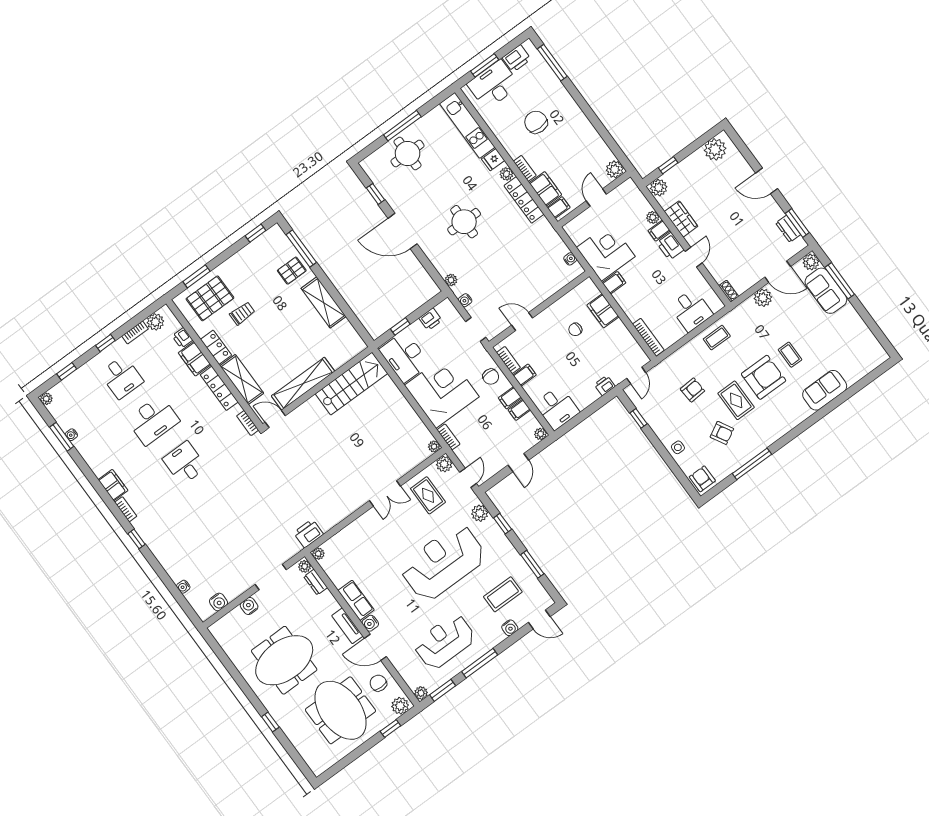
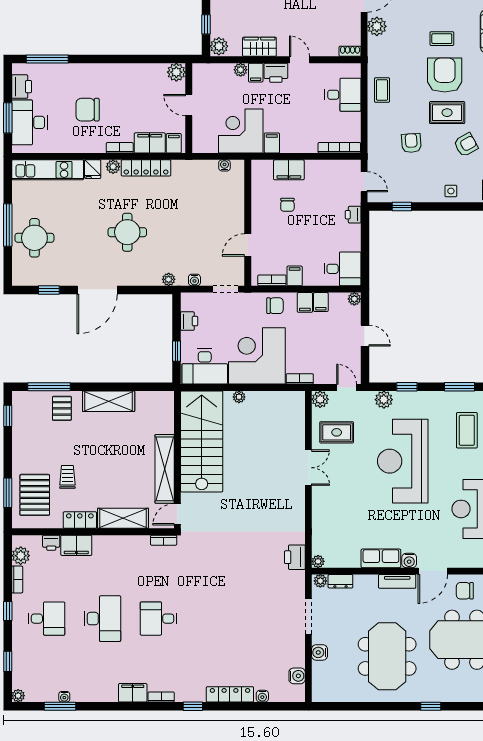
stairs: (351, 384) -> (202, 441), width x1.36, depth x1.51
locker: (219, 388) -> (230, 694), moved, turned 180
plant: (434, 446) -> (239, 397), moved

